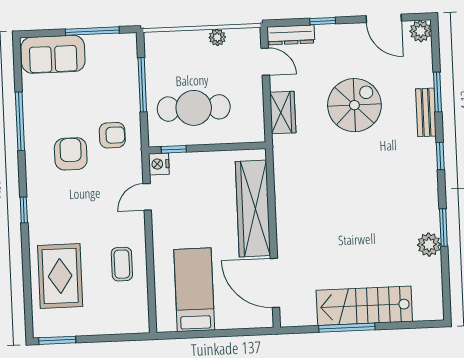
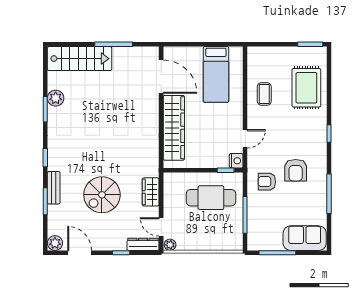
plant: (217, 37) -> (170, 245), moved
stairs: (364, 306) -> (80, 59), moved

